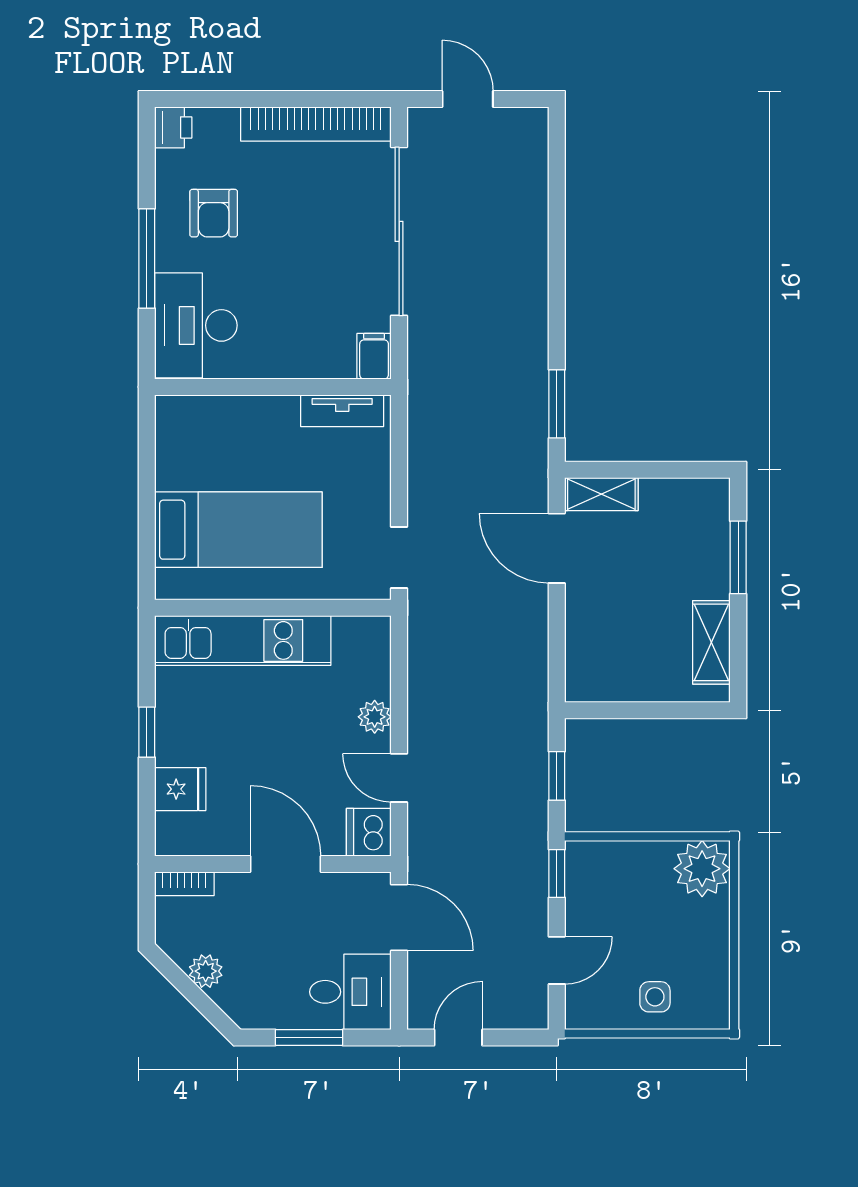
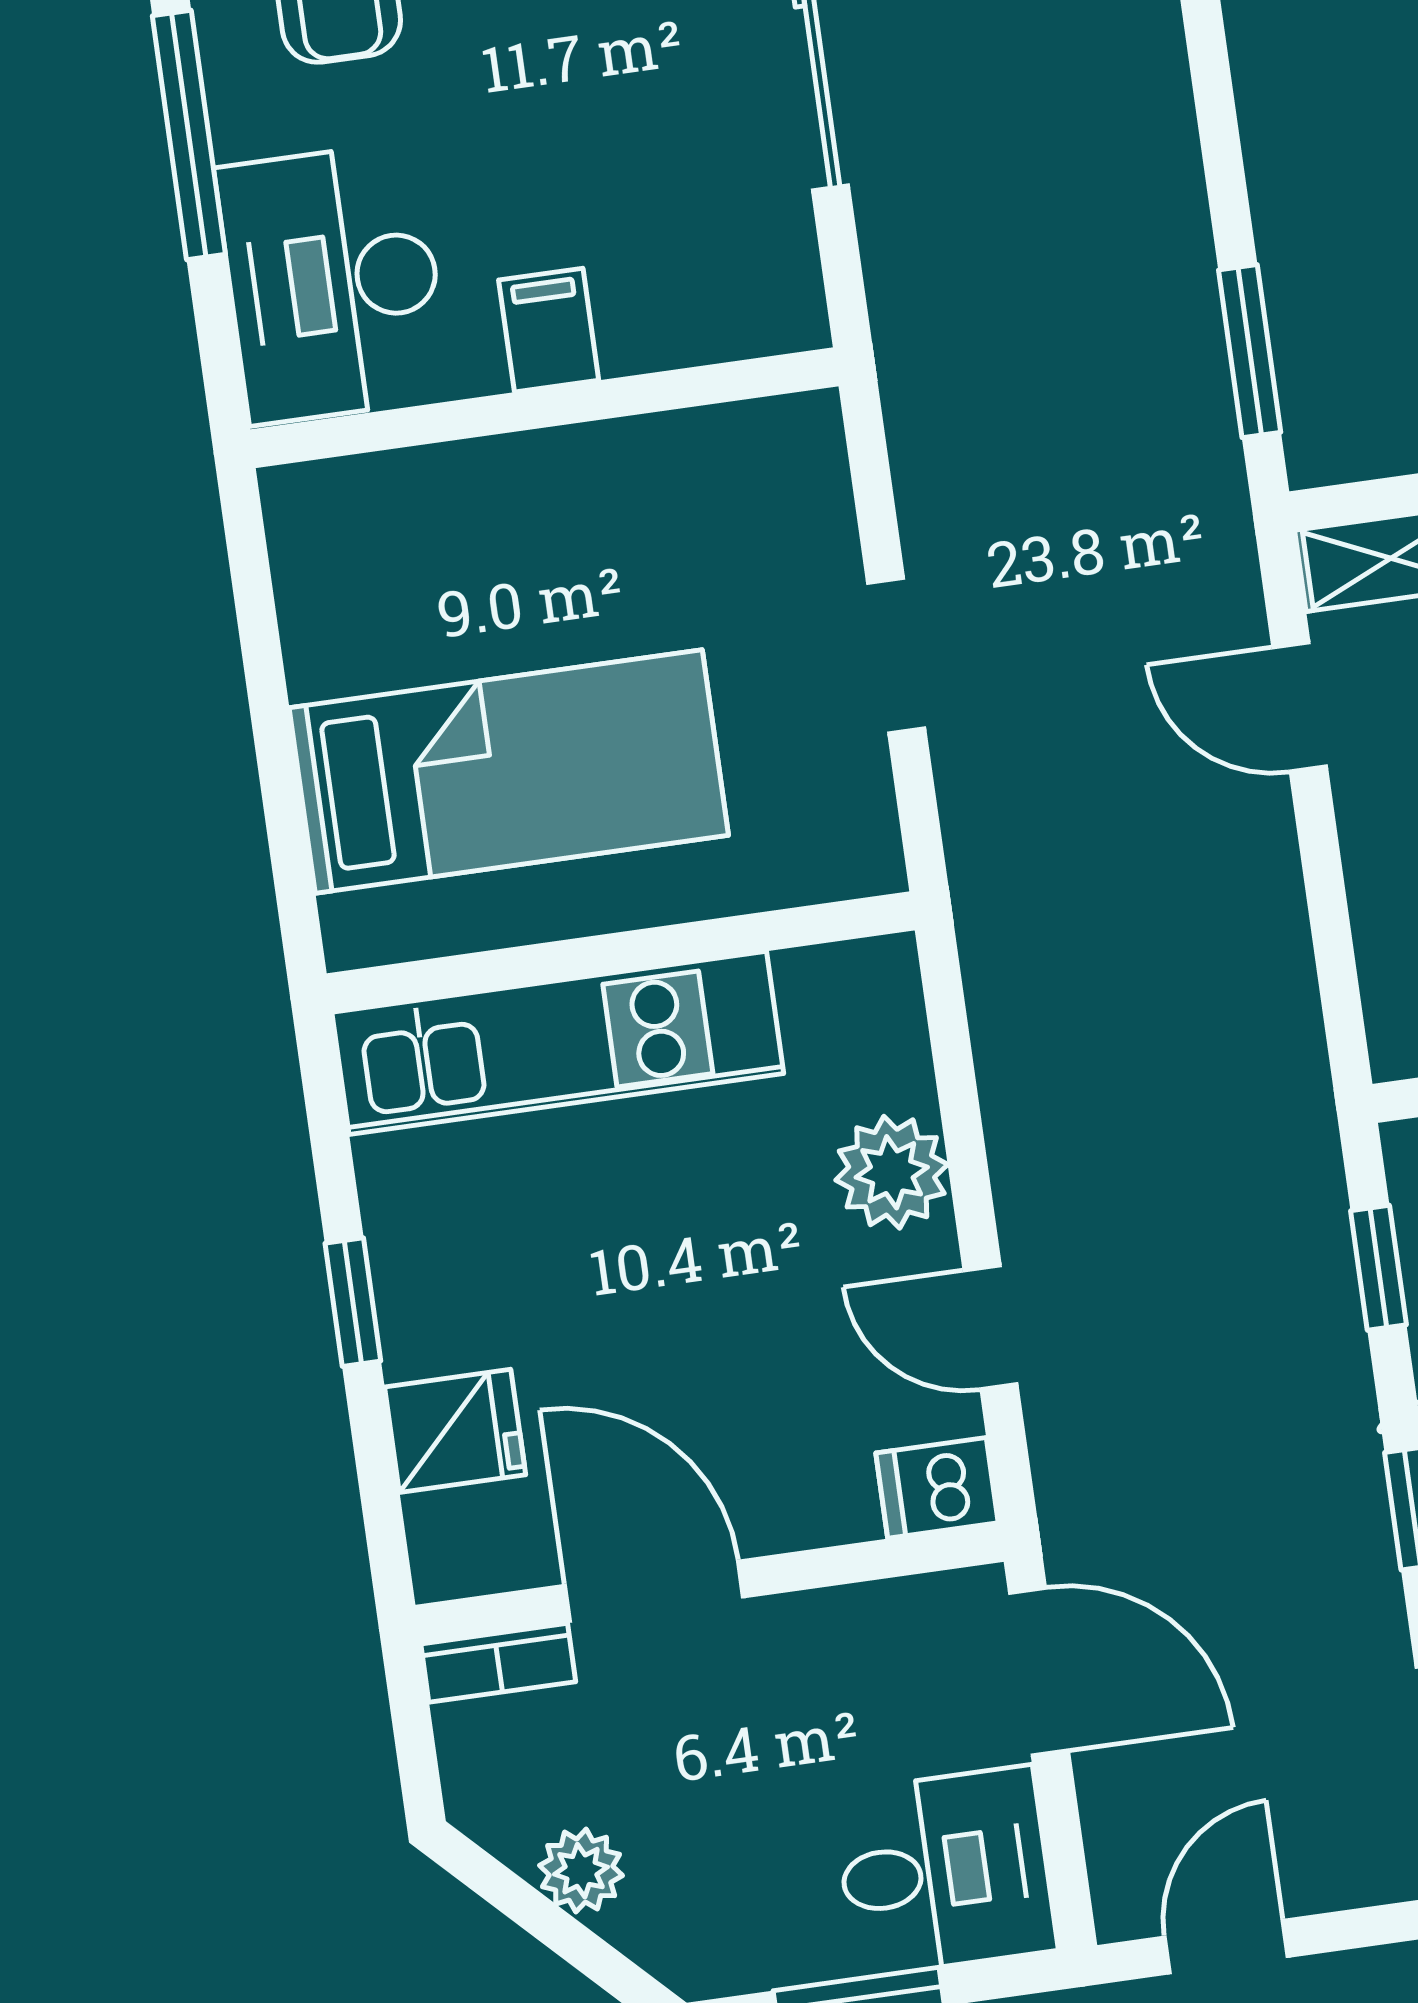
filing cabinet: (374, 356) -> (549, 330), moved
tv unit: (342, 411) -> (723, 442), removed
door: (557, 548) -> (1300, 707), width x0.73
doorway: (399, 557) -> (896, 655), moved
plant: (375, 717) -> (892, 1172), width x1.38, depth x1.38
dishwasher: (369, 832) -> (937, 1488), width x0.73
door: (285, 864) -> (654, 1591), moved

